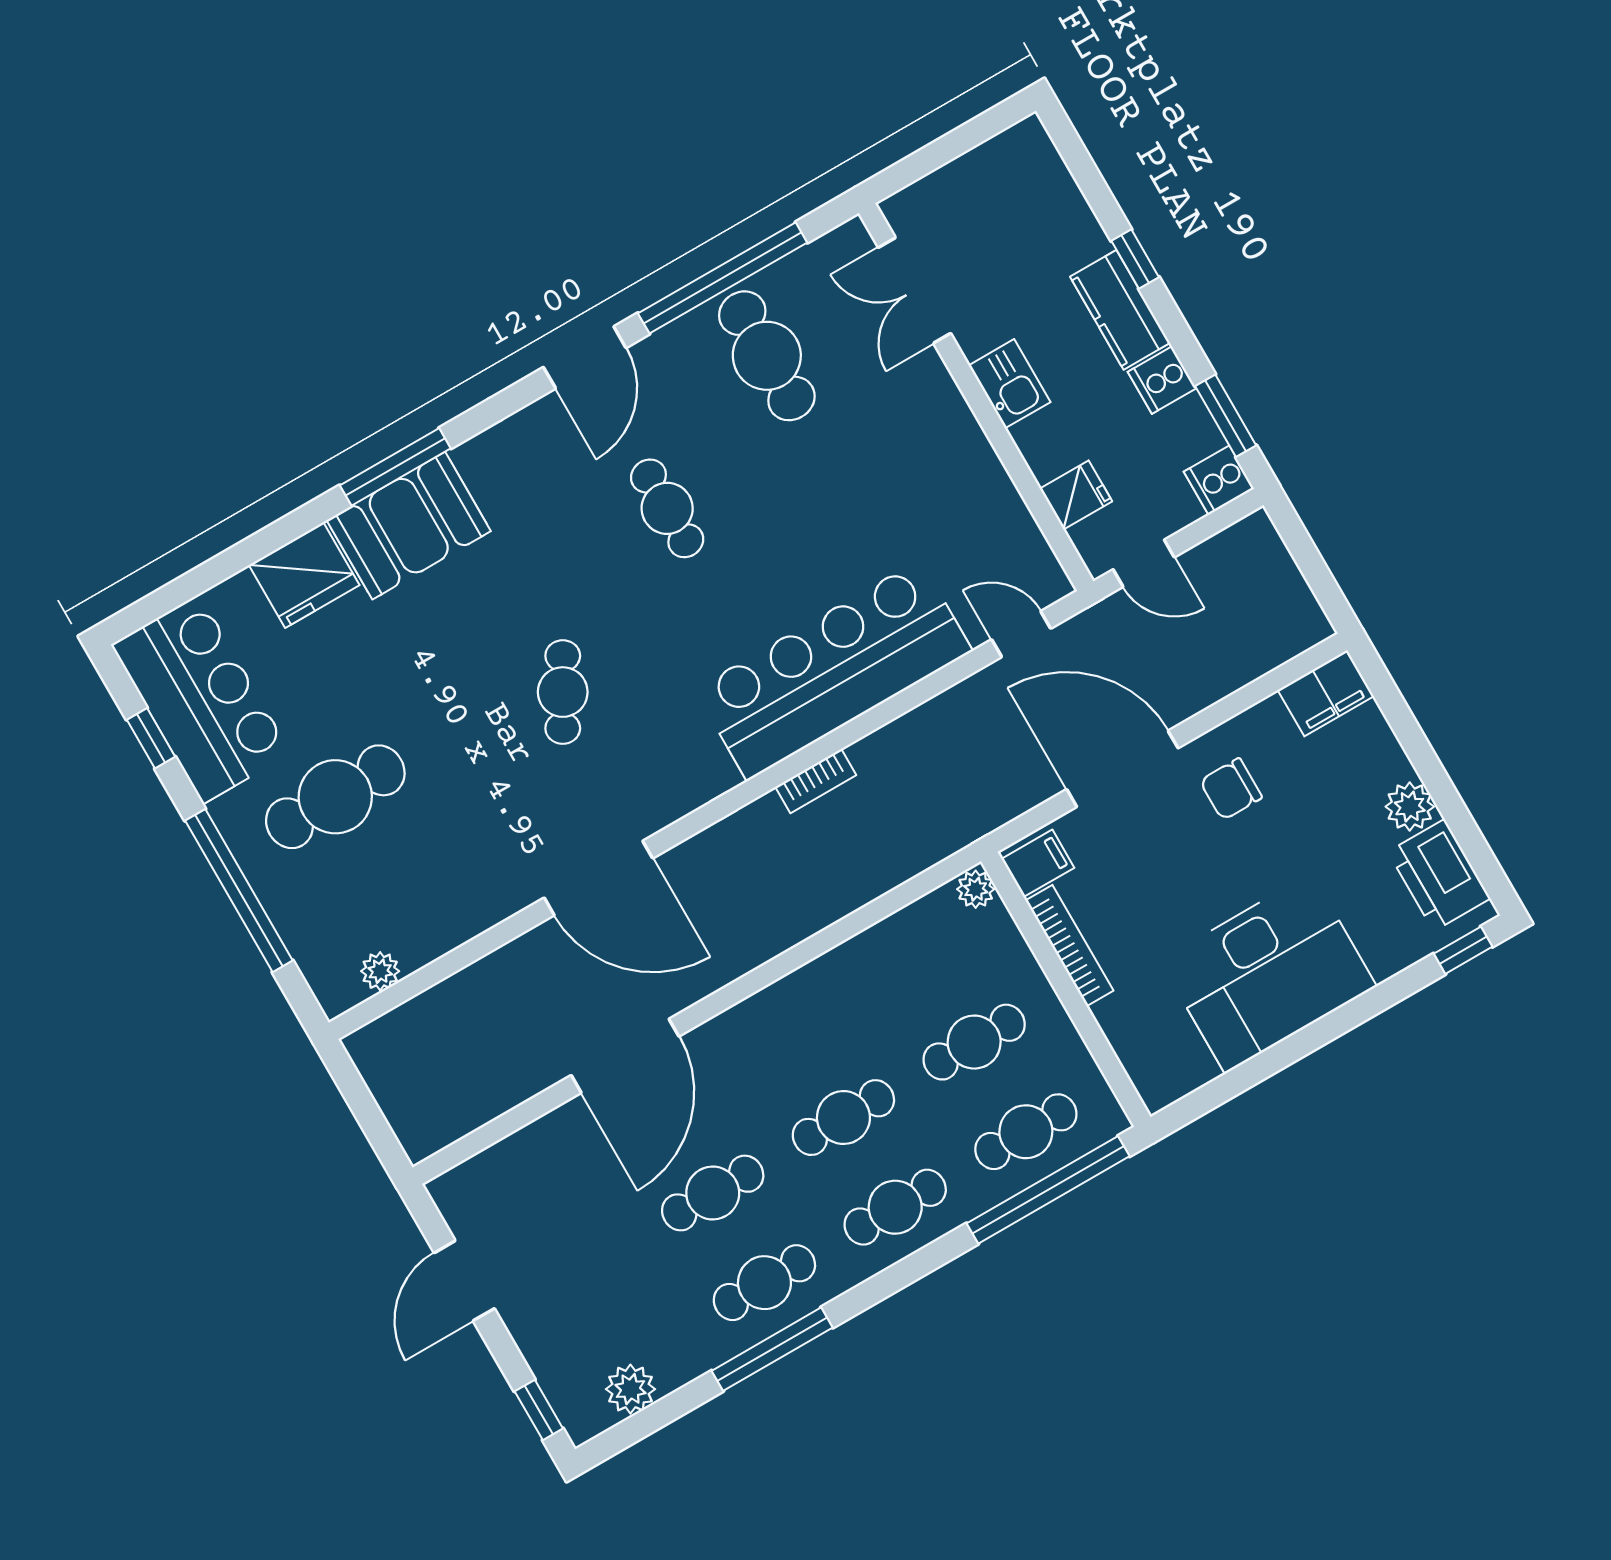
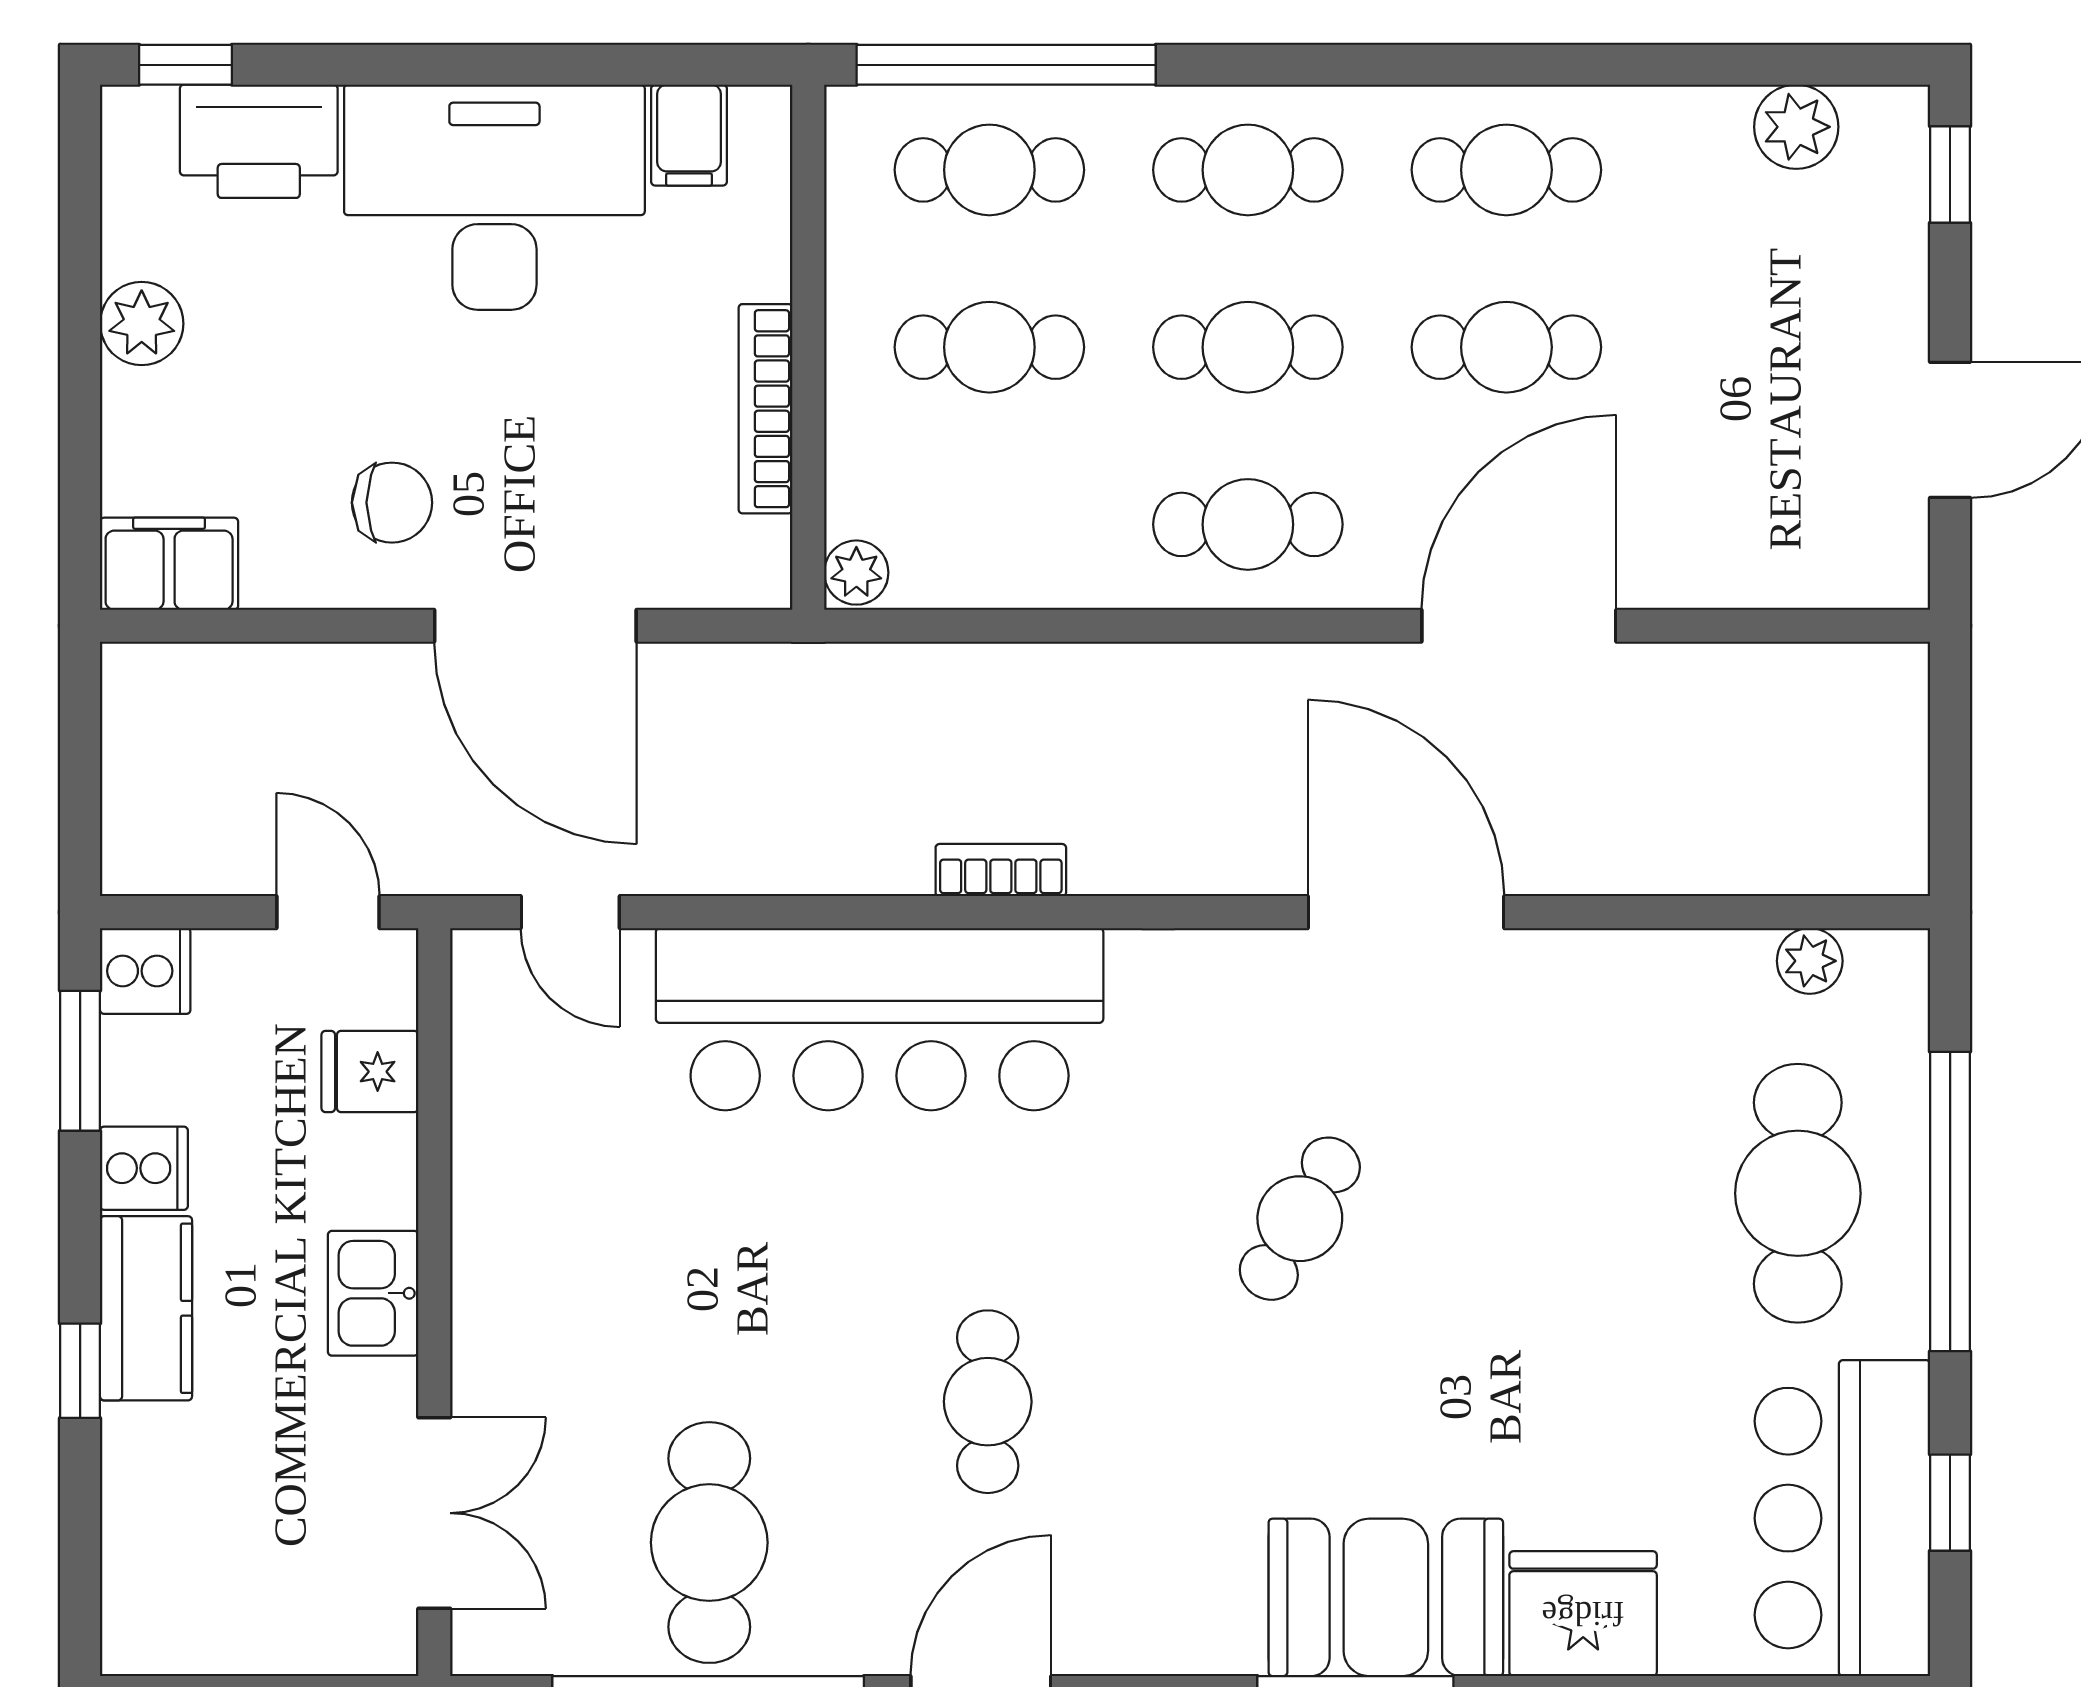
cafe table: (335, 797) -> (1798, 1193), moved, turned 90
filing cabinet: (1038, 863) -> (689, 135), moved, turned -90
printer: (1439, 875) -> (259, 141), moved, turned 90
cafe table: (792, 1028) -> (1248, 524), added
window: (772, 1349) -> (1552, 65), removed

